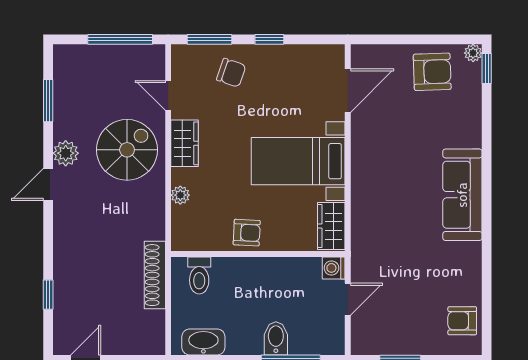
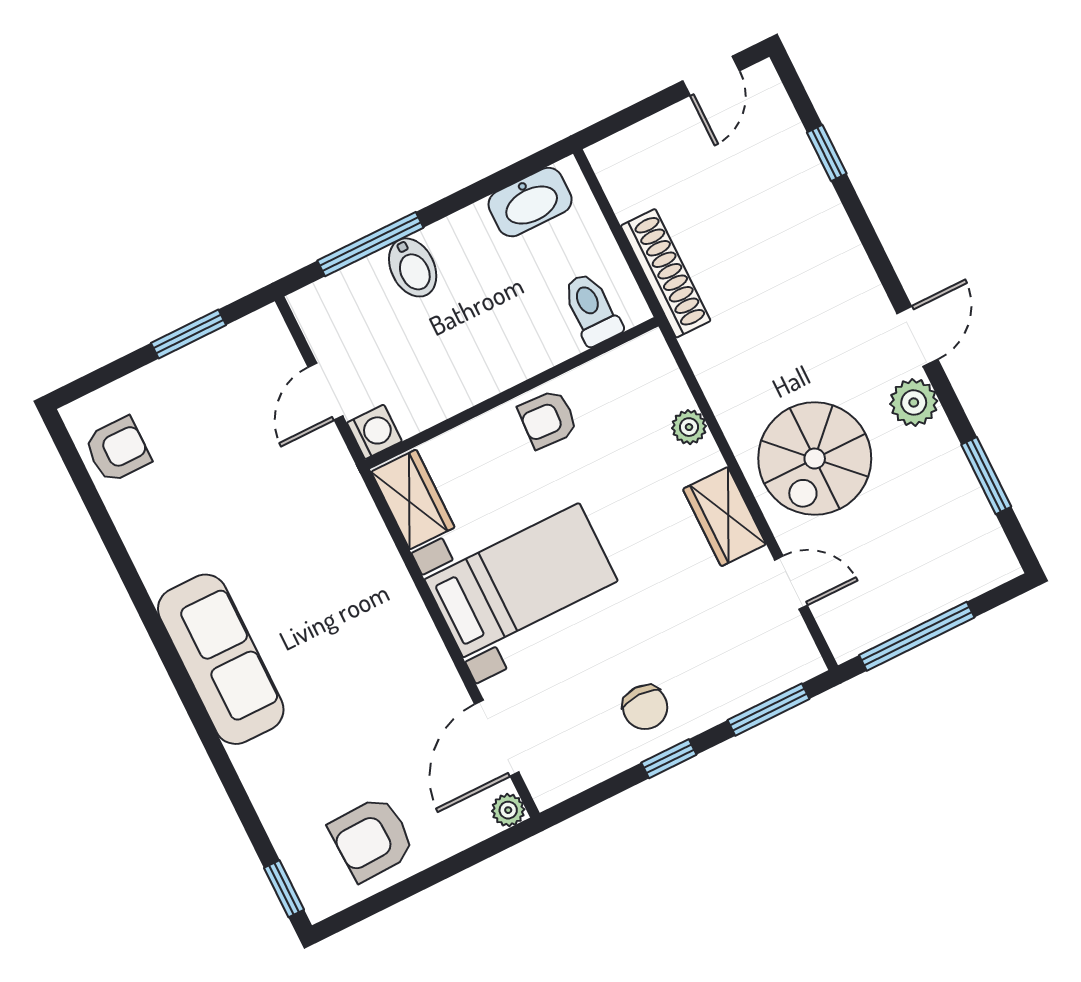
plant: (473, 53) -> (508, 810), moved
chair: (231, 73) -> (645, 707), moved, turned -109

